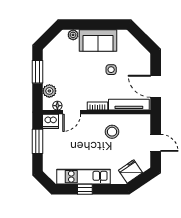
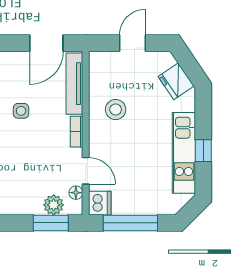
window: (38, 72) -> (51, 223), moved
window: (38, 141) -> (130, 223), width x1.44

